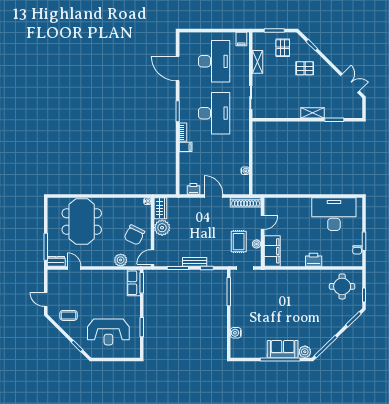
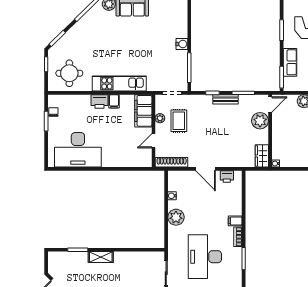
plant: (241, 150) -> (176, 217), added
plant: (162, 228) -> (260, 121), moved
chair: (134, 235) -> (289, 128), removed
filing cabinet: (300, 260) -> (114, 101), added
kitchen unit: (295, 277) -> (119, 83), added
row of seats: (134, 283) -> (290, 62), moved
water cooler: (236, 333) -> (182, 44), moved

